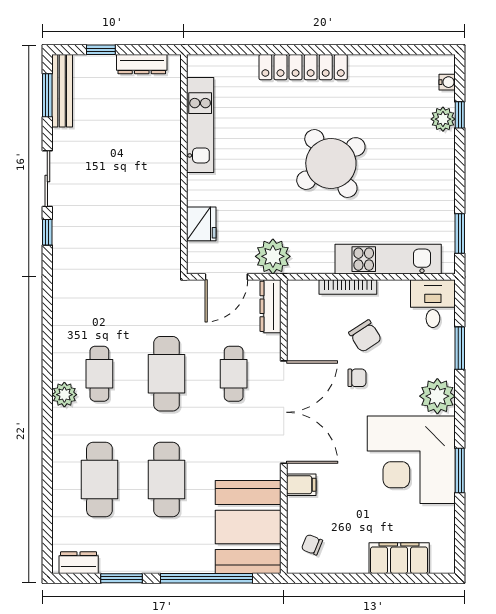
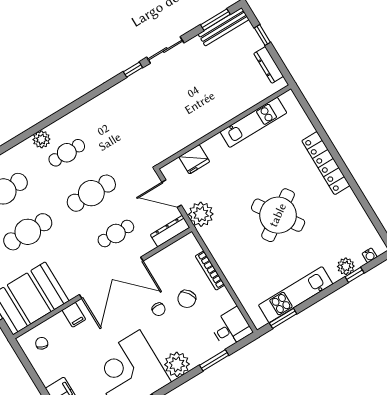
kitchen unit: (388, 259) -> (296, 295), moved, turned -90

